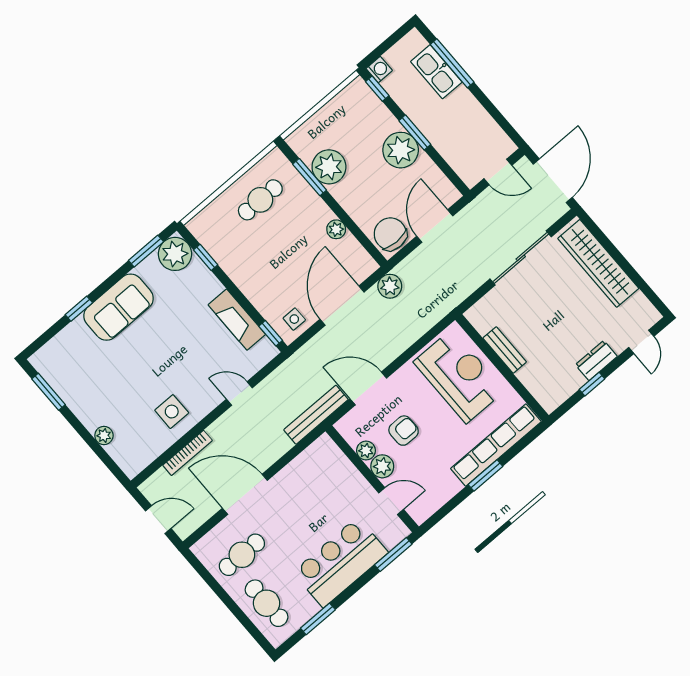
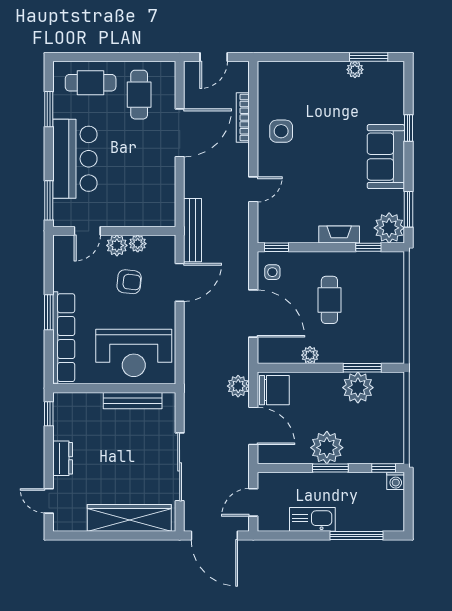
kitchen sink: (436, 72) -> (312, 519), moved
cafe table: (260, 200) -> (329, 300), moved
plant: (390, 286) -> (238, 386), moved
fireplace: (237, 320) -> (339, 234), moved, width x0.73, depth x0.76
bench: (505, 350) -> (133, 401), width x1.36
window: (592, 384) -> (49, 414), moved
armchair: (404, 431) -> (129, 282), turned -84
plant: (104, 436) -> (355, 70), moved

